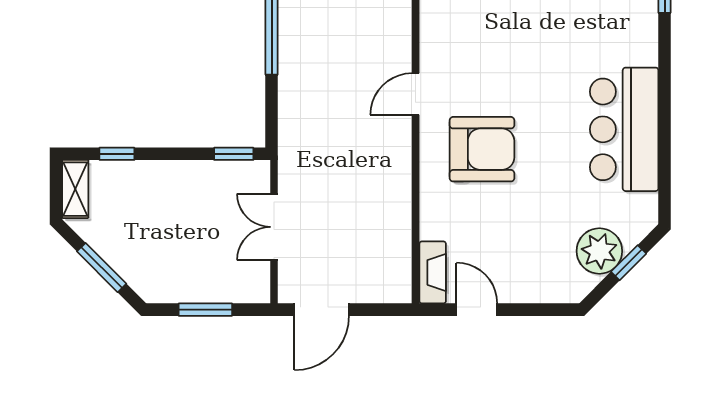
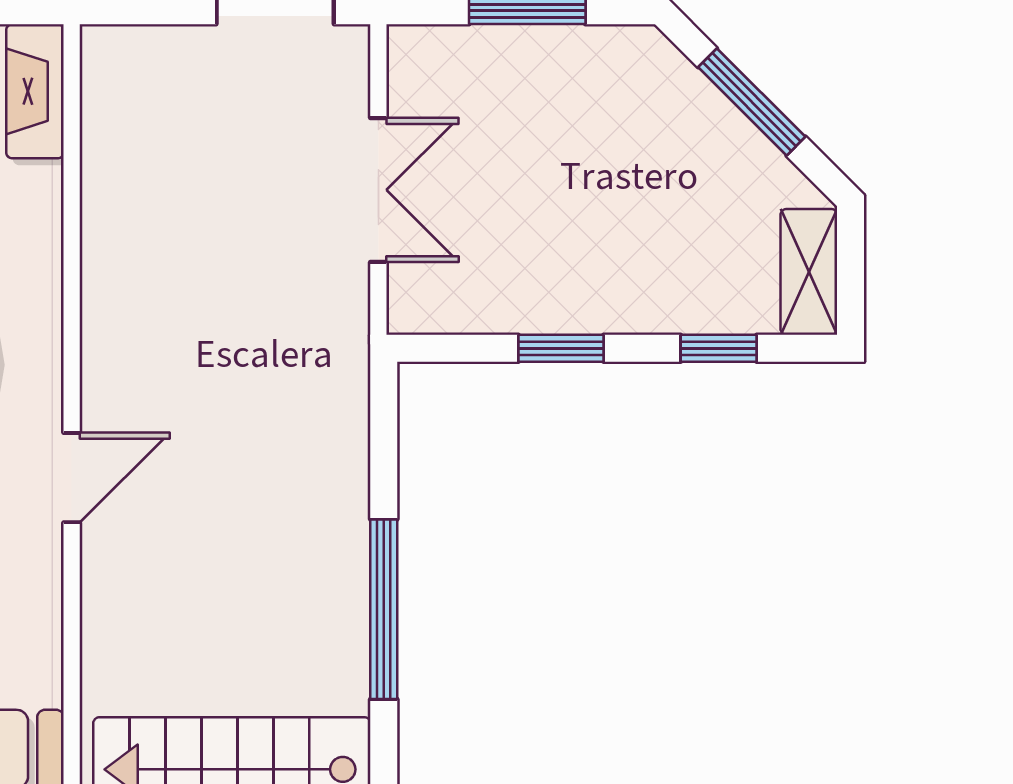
window: (234, 154) -> (561, 348), moved

